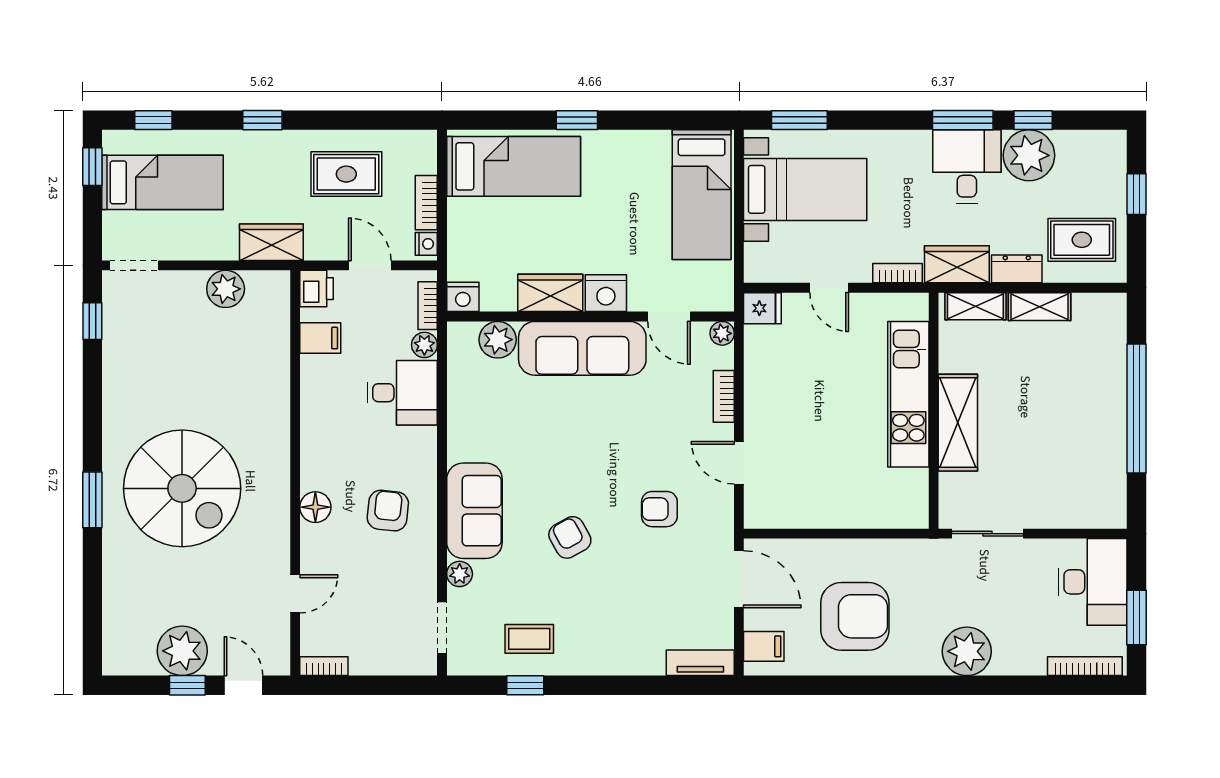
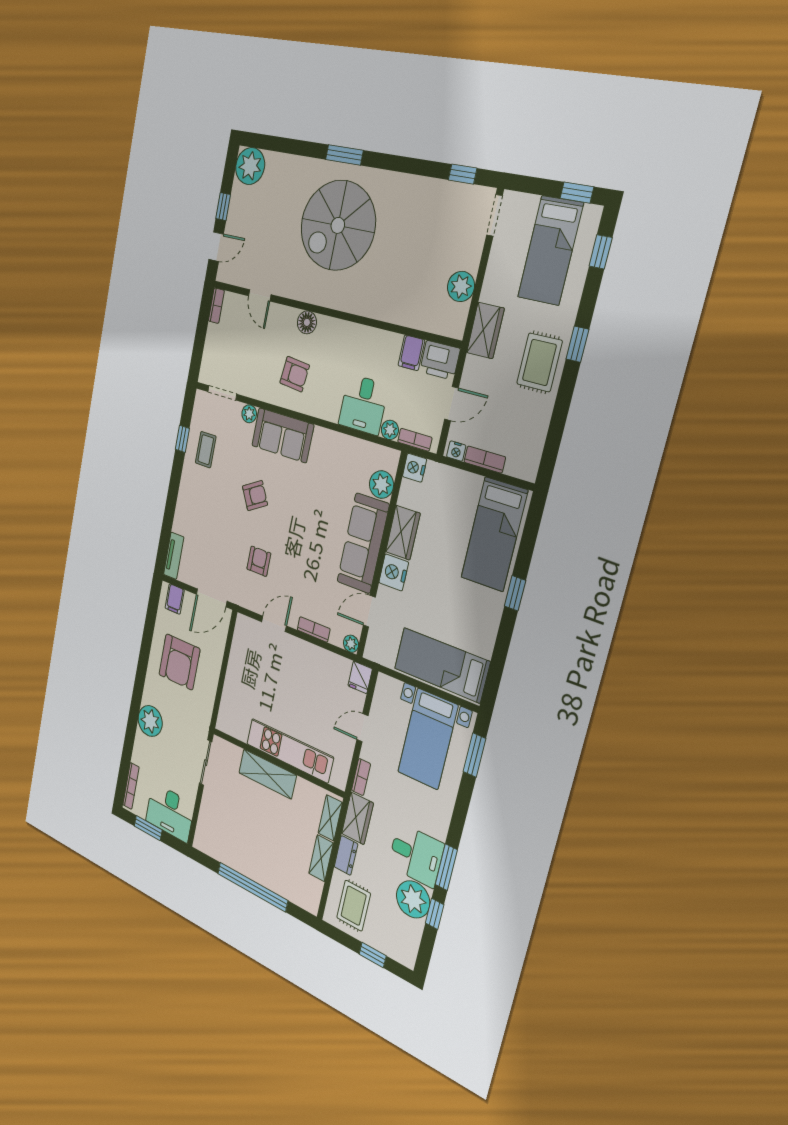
rug: (346, 174) -> (539, 362), moved
printer: (317, 289) -> (440, 360), width x1.36, depth x1.24
plant: (182, 651) -> (250, 166), moved

